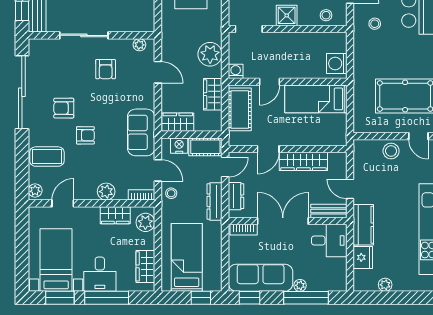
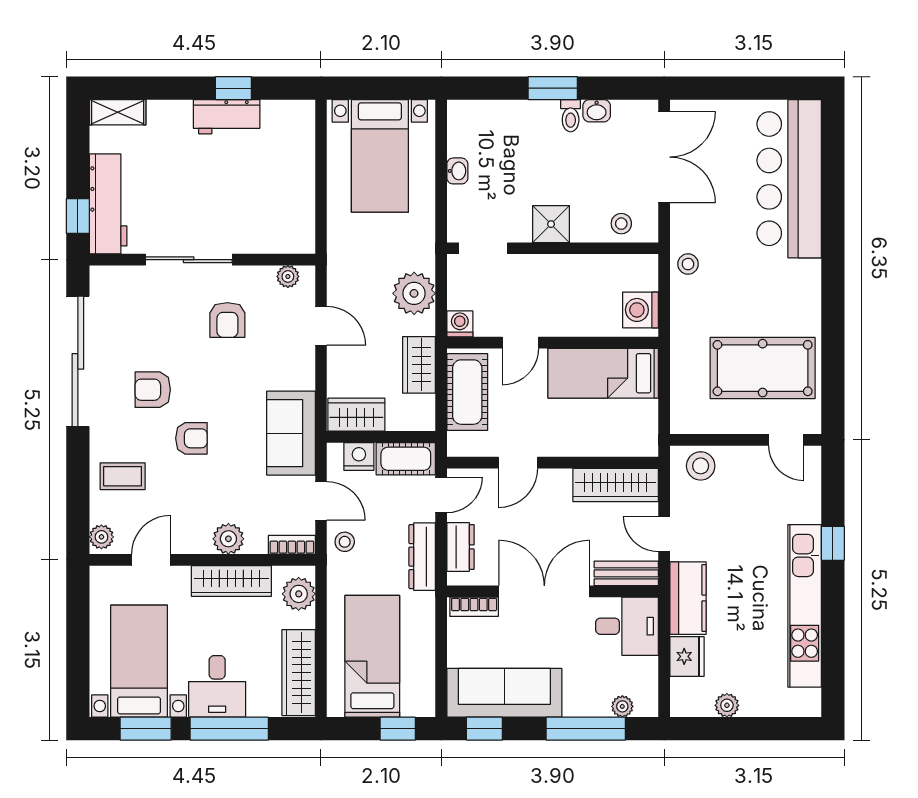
stool: (375, 24) -> (688, 264), moved
stool: (391, 151) -> (701, 466), moved
coffee table: (47, 157) -> (123, 476), width x0.73, depth x0.77
wardrobe: (303, 161) -> (616, 485), moved
wardrobe: (115, 215) -> (231, 581), width x1.50
wardrobe: (145, 266) -> (299, 673), width x1.50
plant: (300, 285) -> (622, 706), moved

